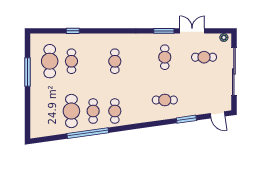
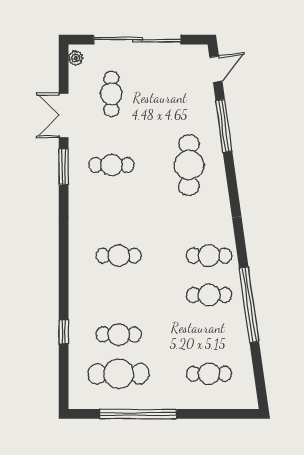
window: (28, 72) -> (138, 414), width x1.46
cafe table: (165, 100) -> (189, 165), width x1.37, depth x1.35
cafe table: (71, 111) -> (209, 374), moved, width x0.73, depth x0.74
window: (186, 119) -> (224, 126), width x1.44

